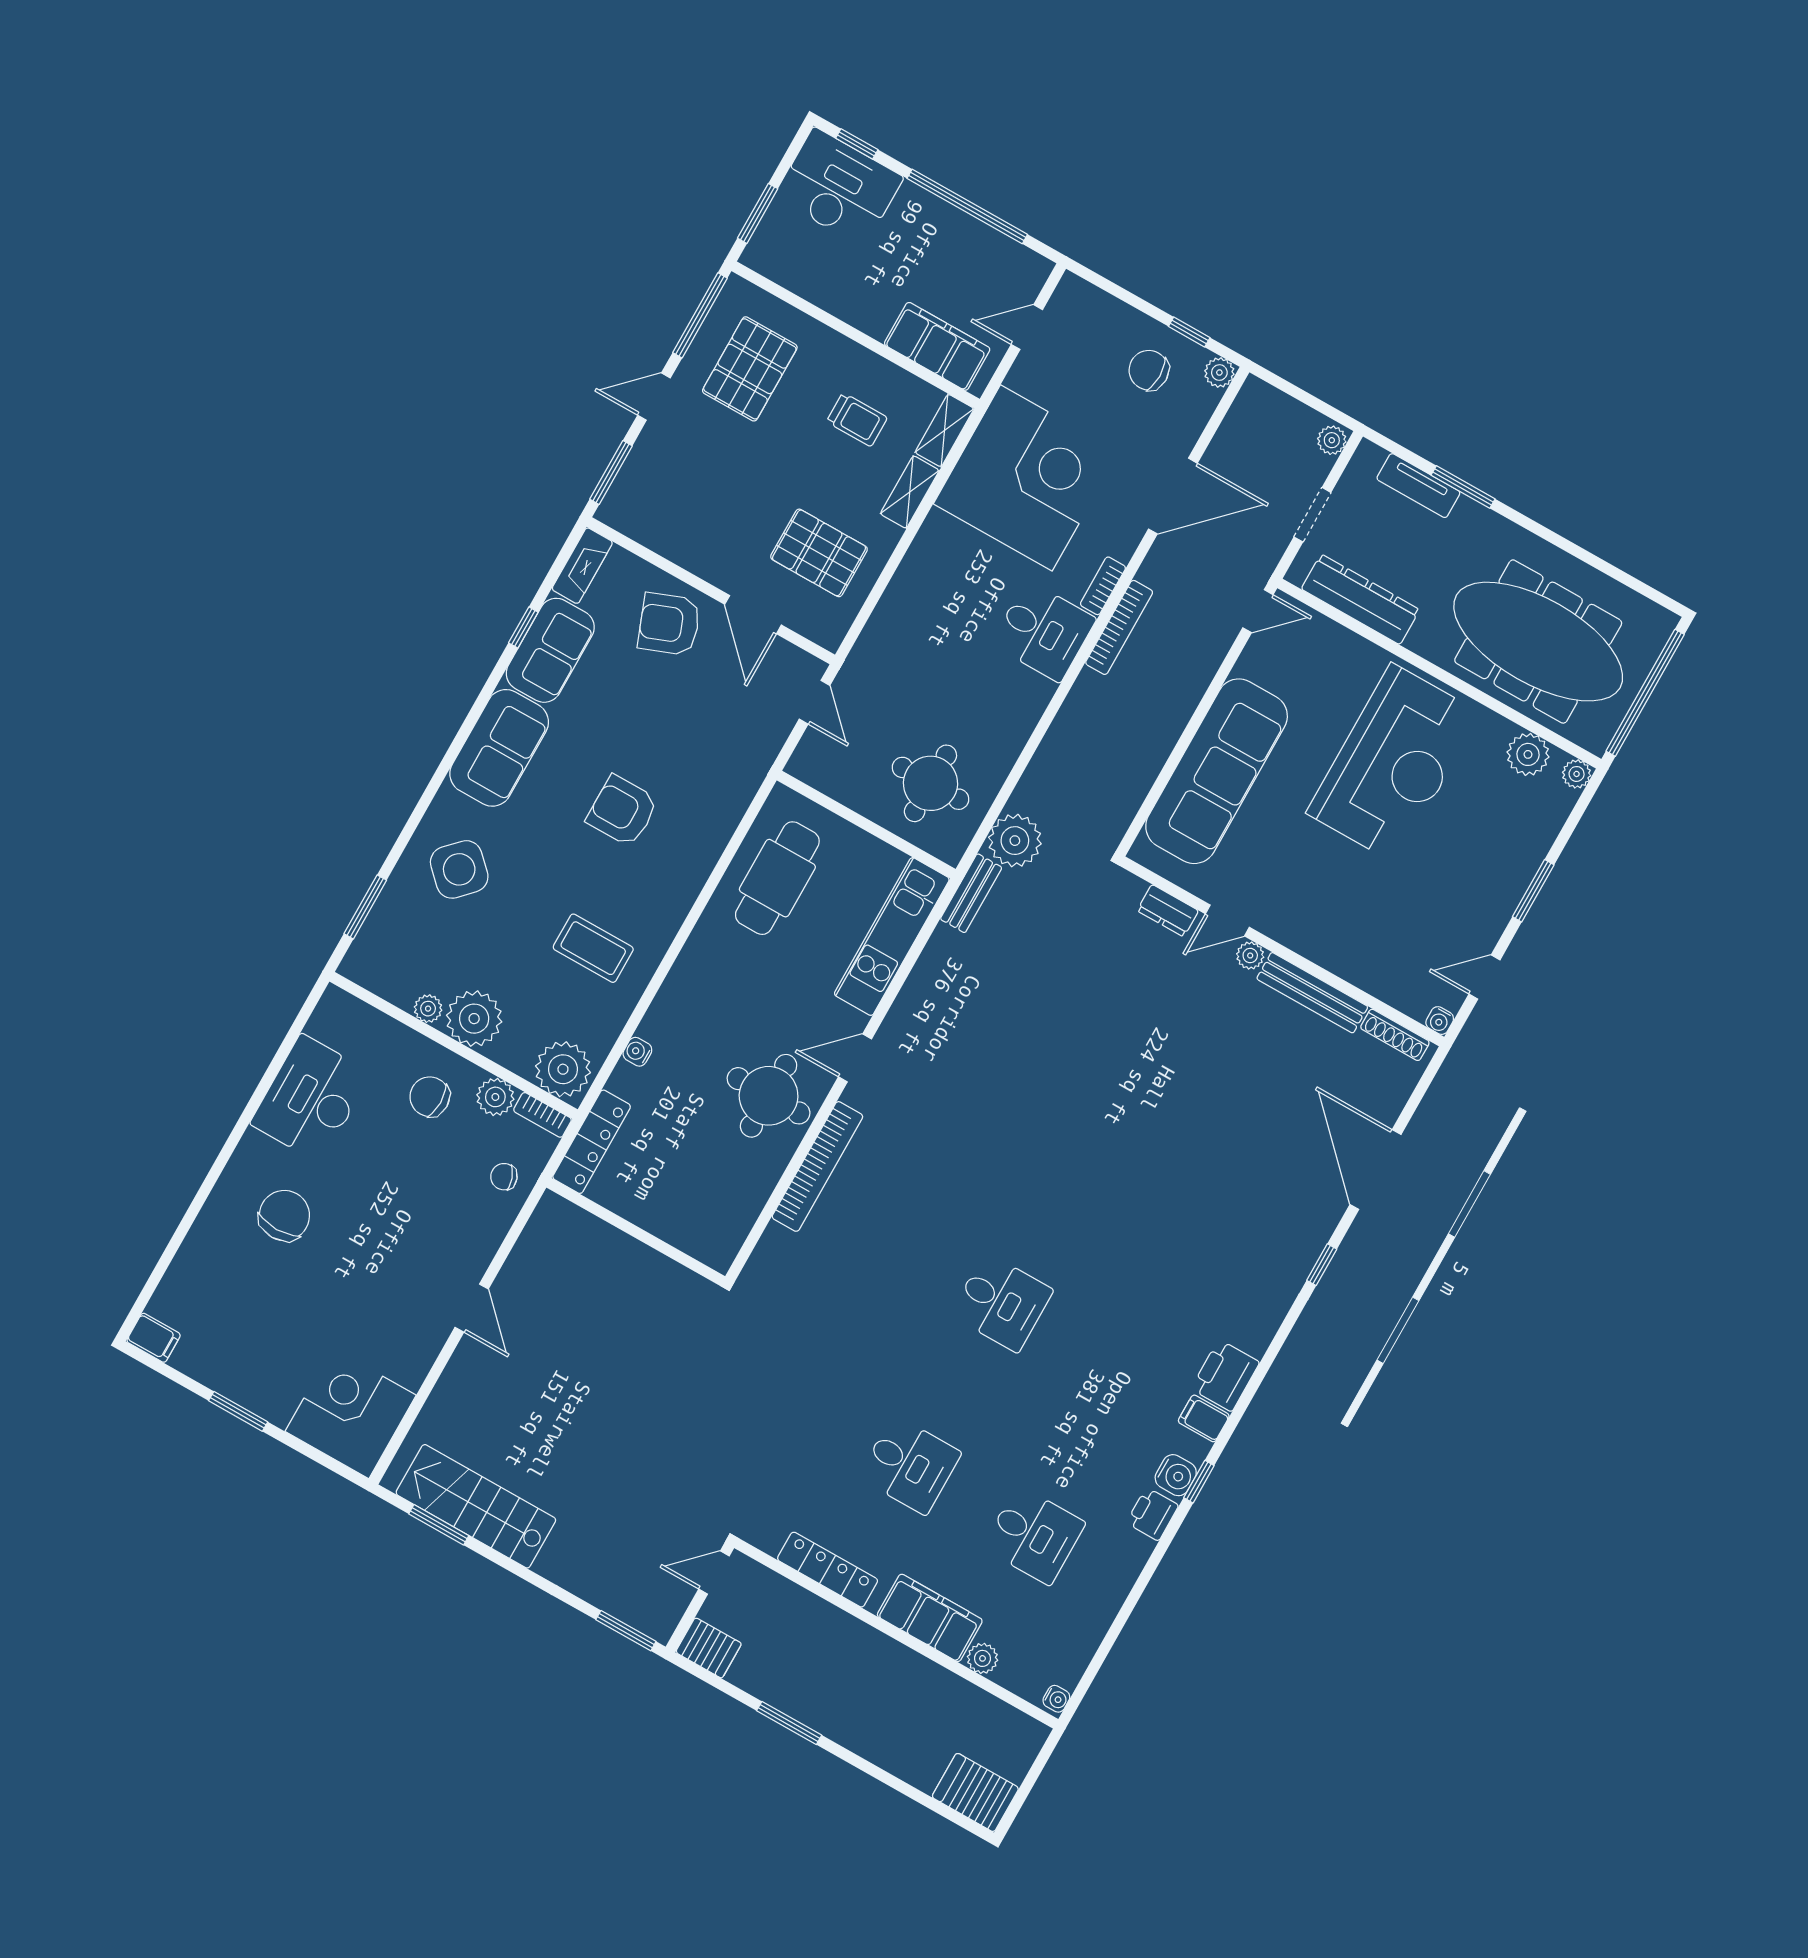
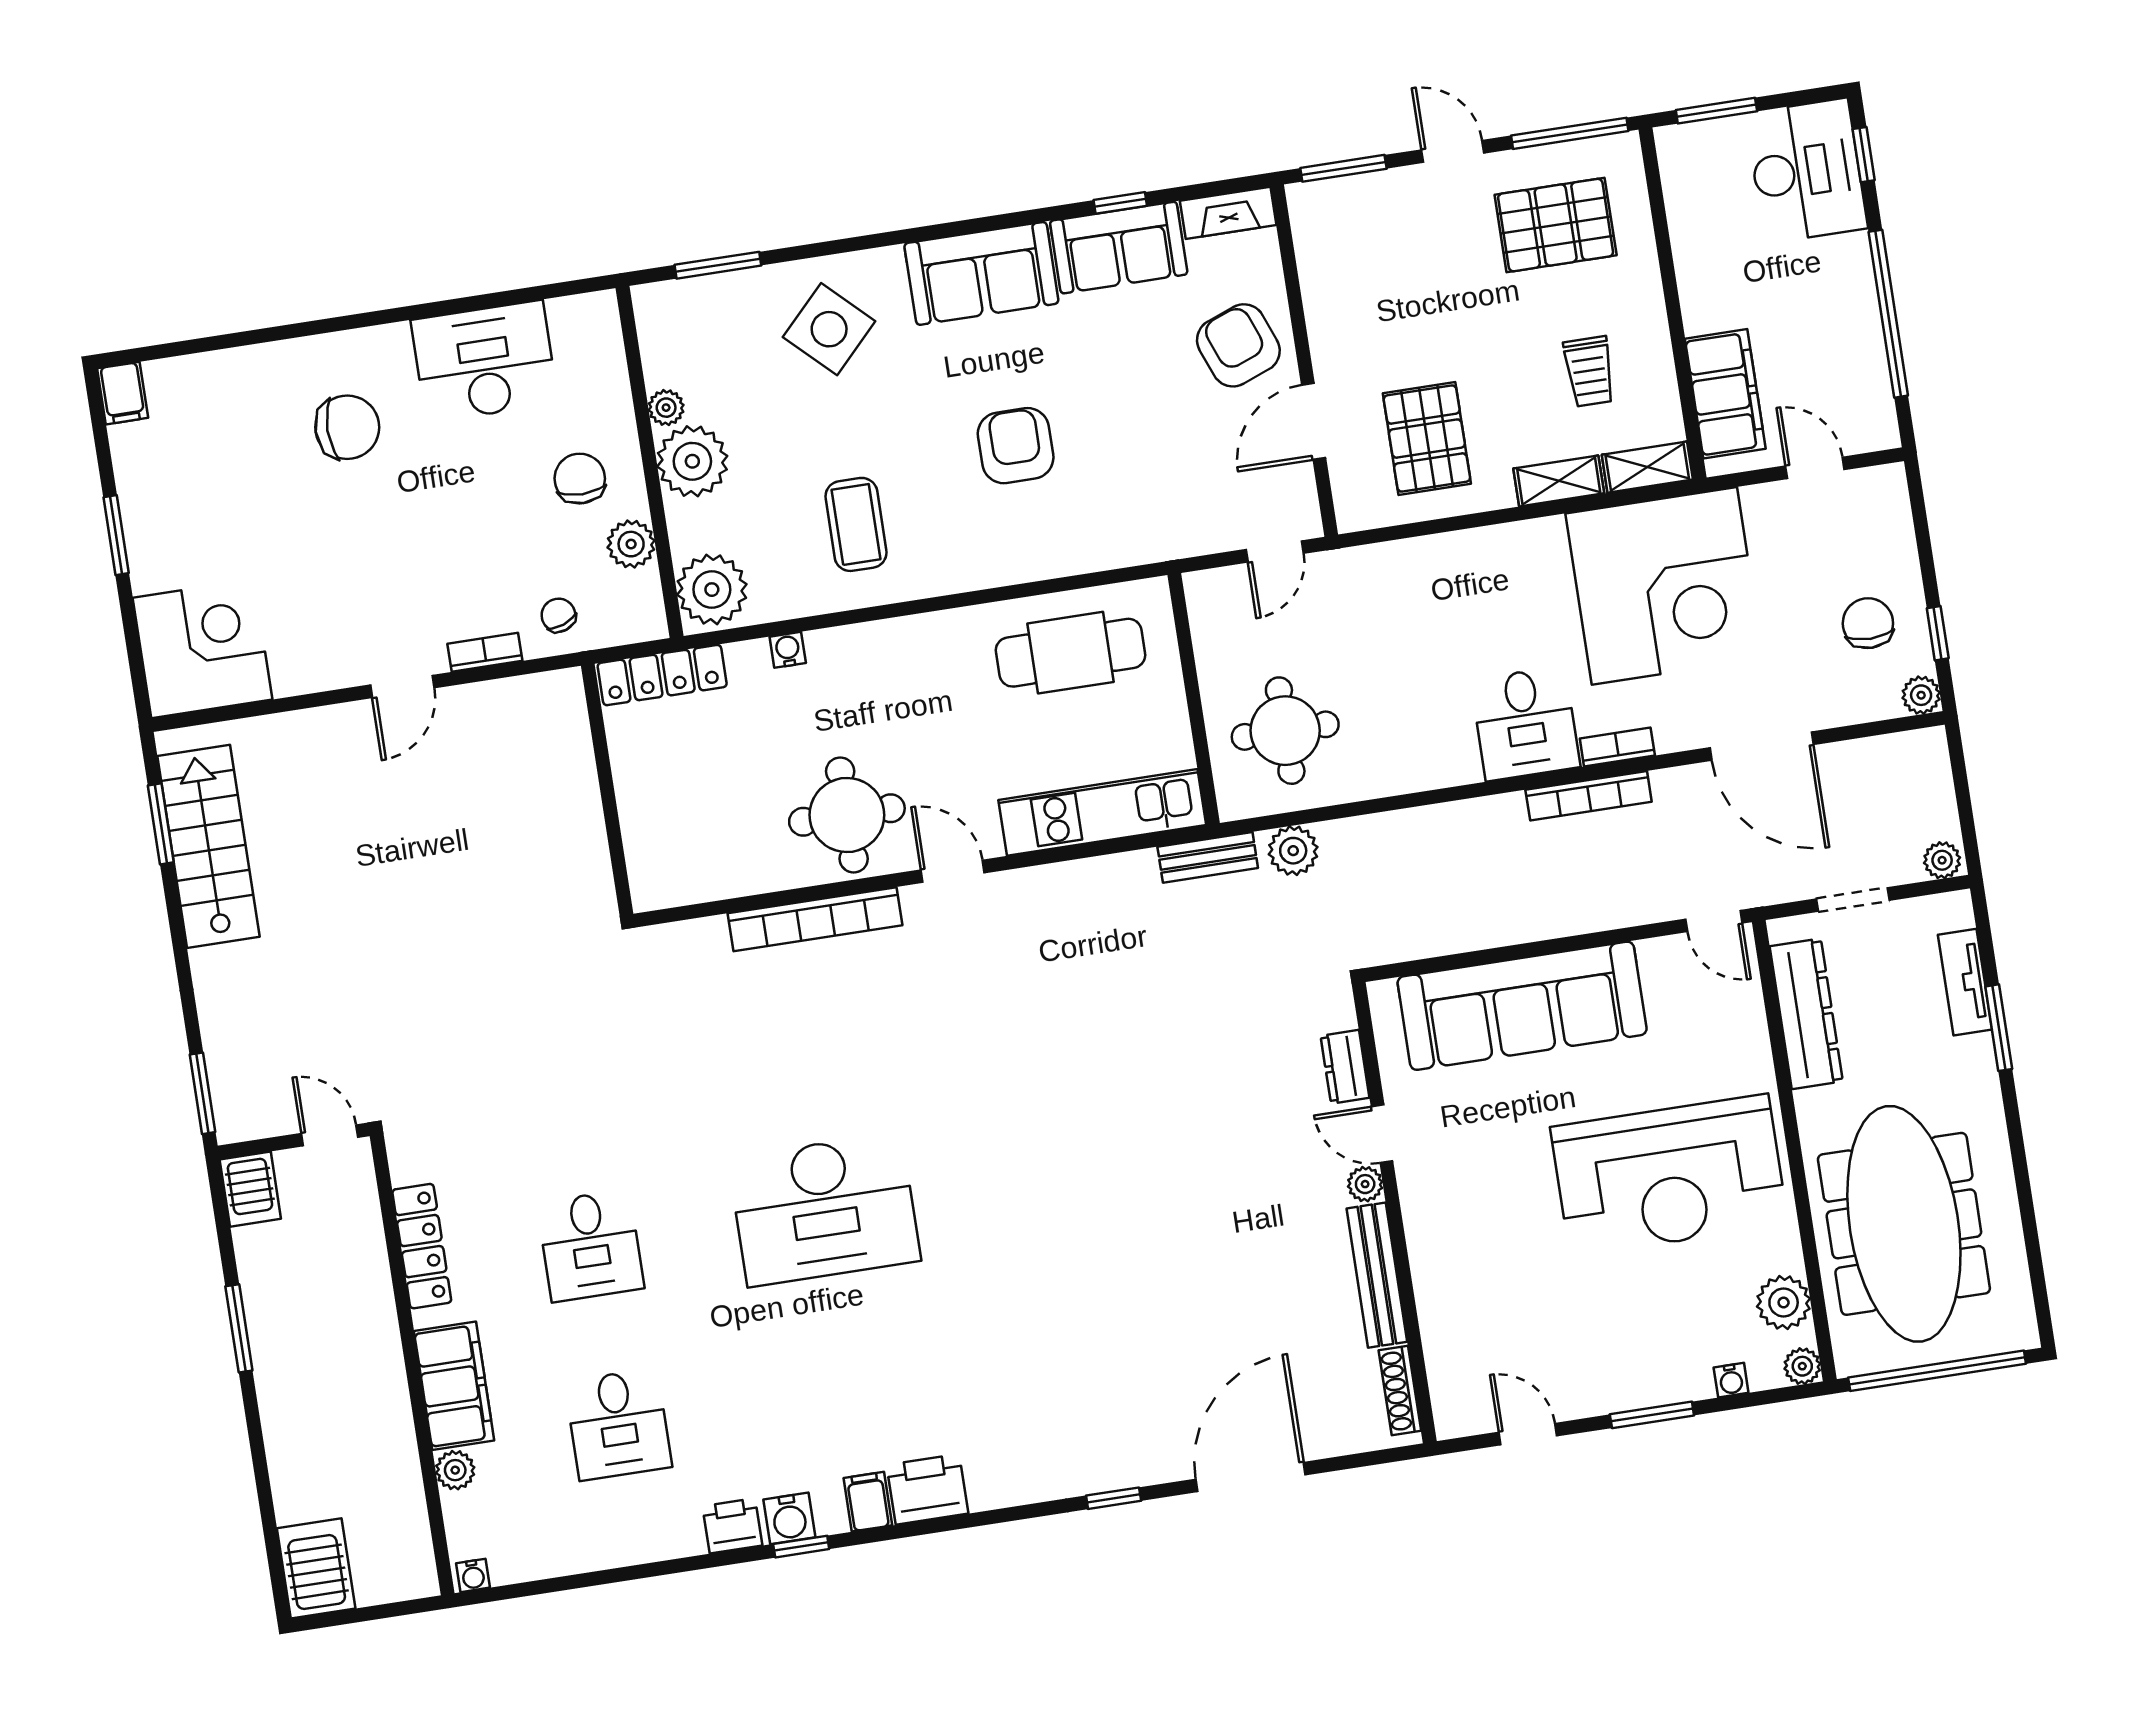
plant: (1015, 841) -> (1293, 851), width x0.73, depth x0.73
water cooler: (1440, 1021) -> (1731, 1380), moved, turned -90
bookcase: (542, 1115) -> (485, 652), moved, turned 90
desk: (1002, 1302) -> (824, 1209), width x1.87, depth x1.30

